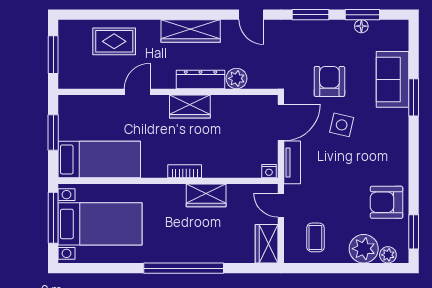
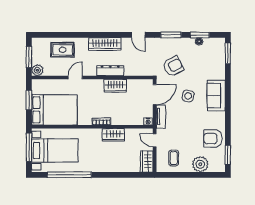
plant: (236, 78) -> (37, 70), moved
sofa: (392, 79) -> (216, 96), moved
armchair: (329, 81) -> (173, 66), moved, turned 62
window: (414, 97) -> (228, 53), moved
wardrobe: (190, 107) -> (115, 86), moved
bed: (99, 159) -> (54, 110), width x1.50
plant: (388, 255) -> (214, 168), removed
window: (184, 268) -> (69, 175), moved

